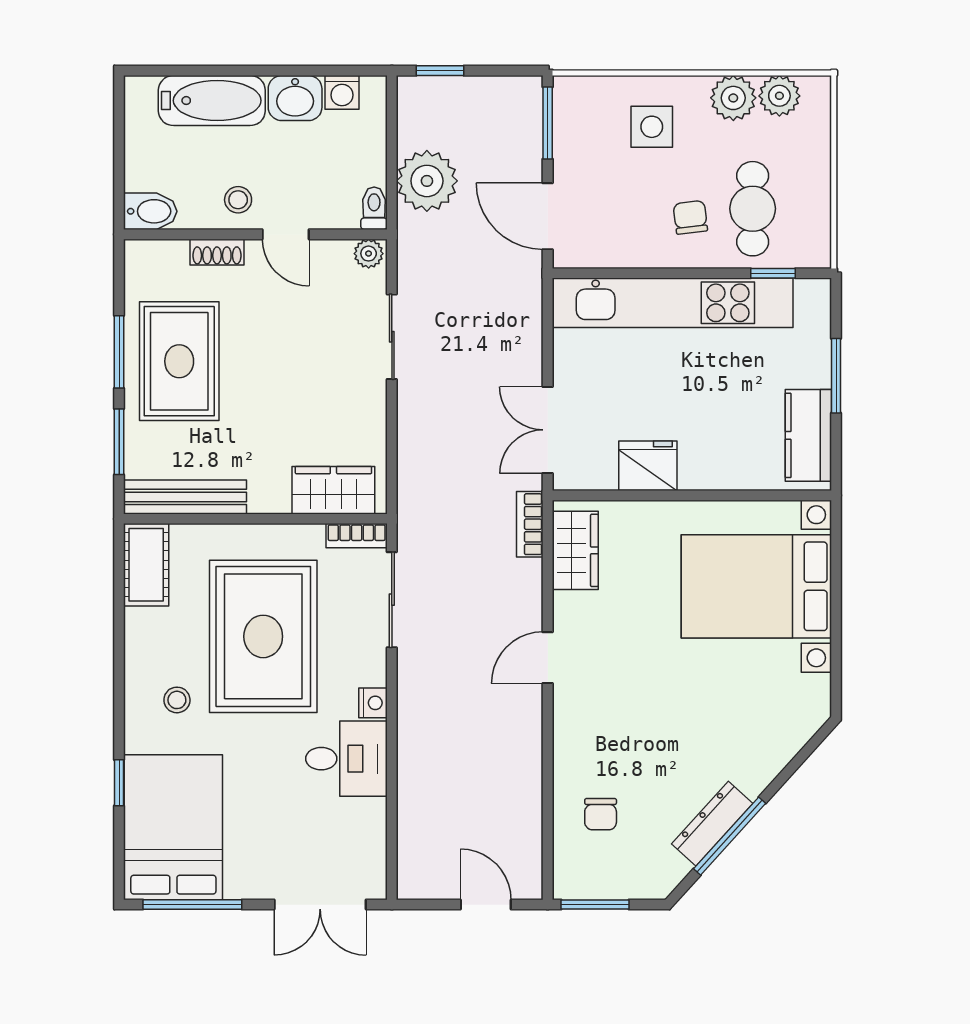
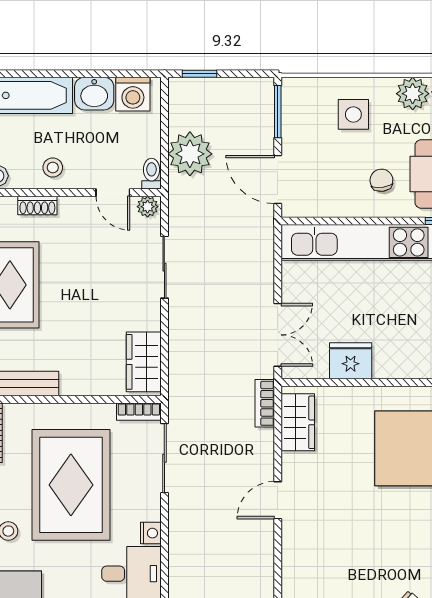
washing machine: (342, 92) -> (133, 94), width x1.38, depth x1.38
door: (286, 234) -> (113, 193), moved
double door: (548, 430) -> (278, 335), swing flipped
wardrobe: (333, 490) -> (144, 362), moved, turned -90

